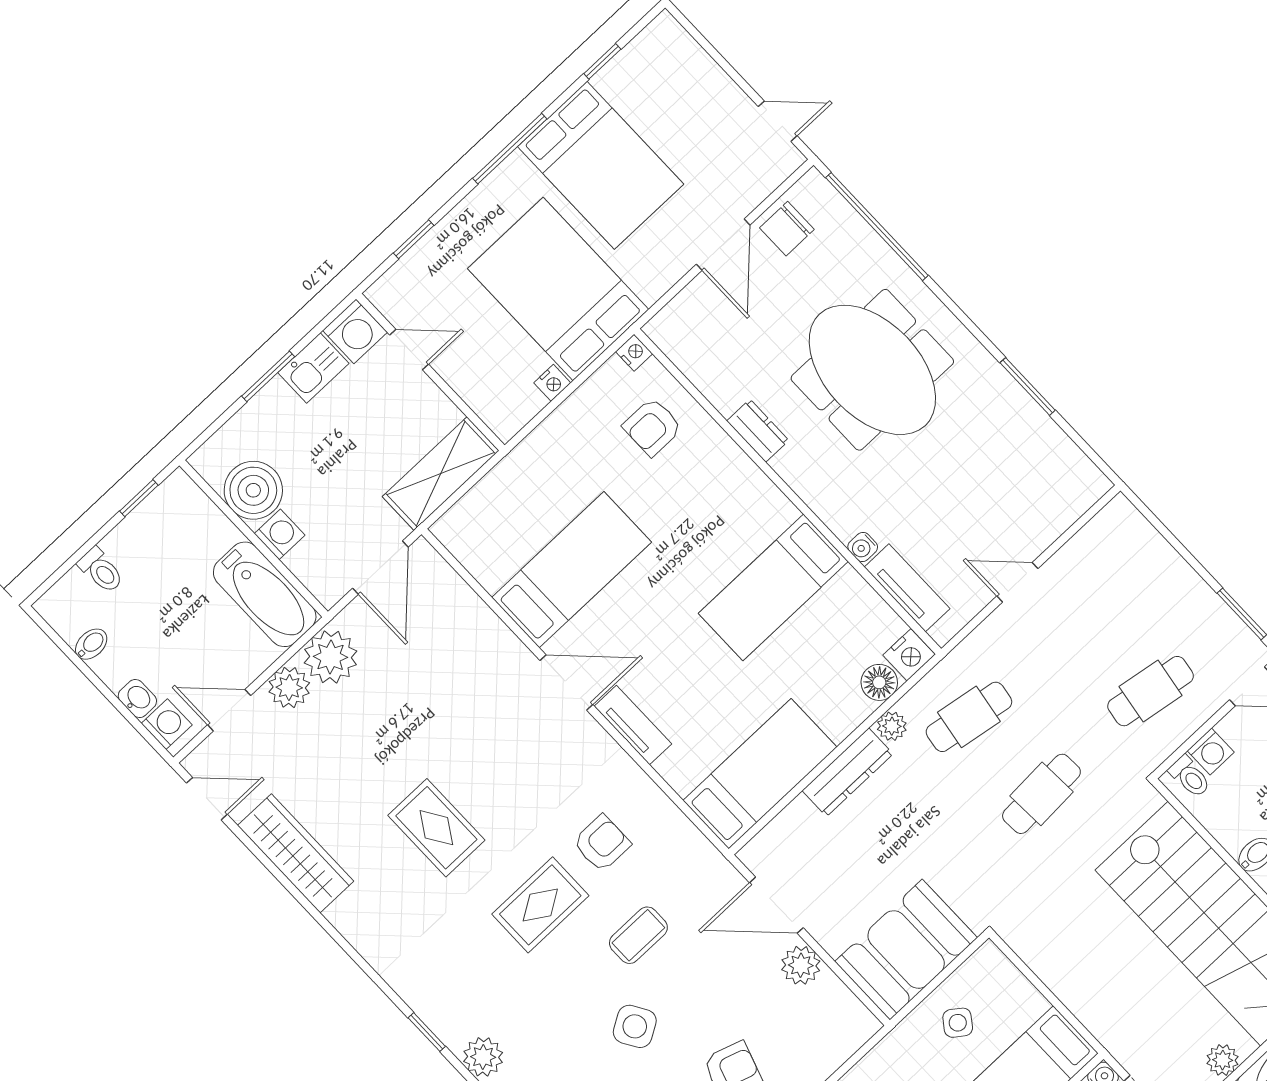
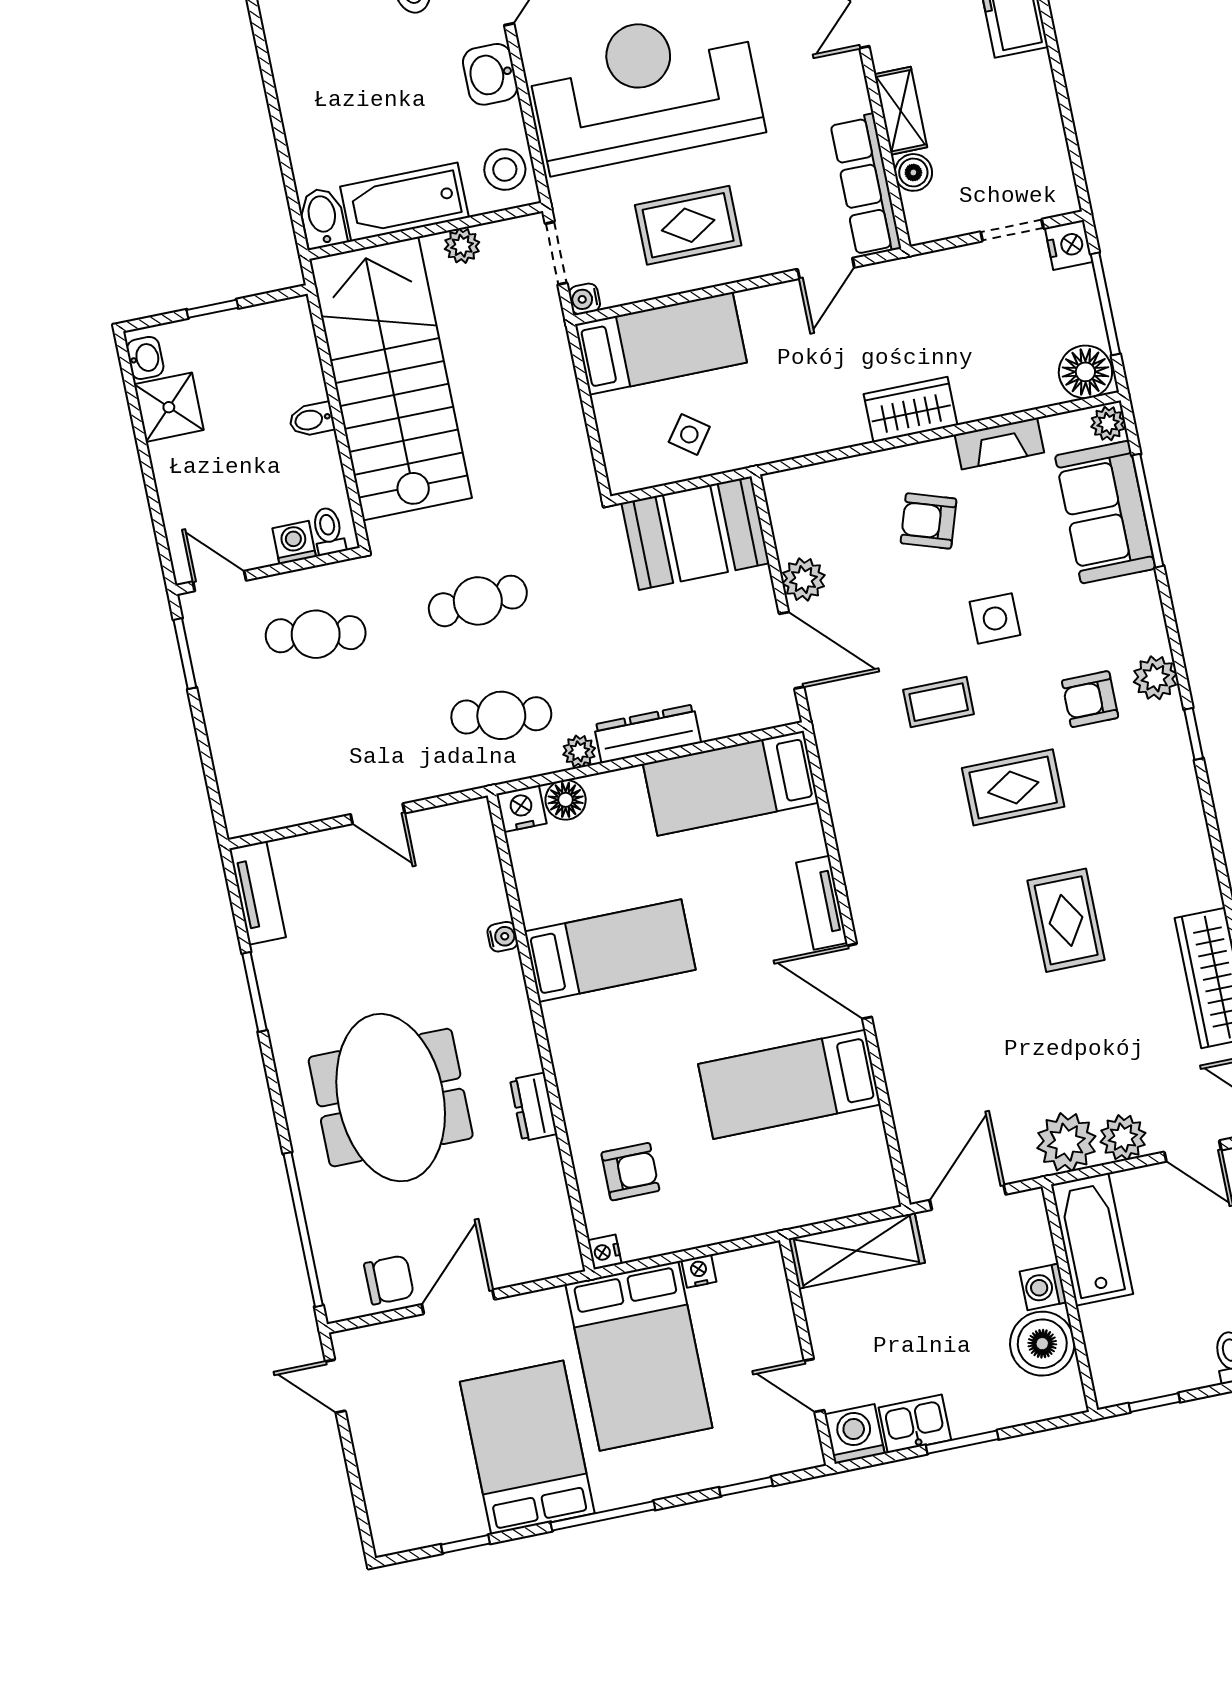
tv unit: (907, 588) -> (258, 893), moved, turned 180
armchair: (602, 843) -> (1090, 699), moved
side table: (635, 1026) -> (995, 618), turned 31

